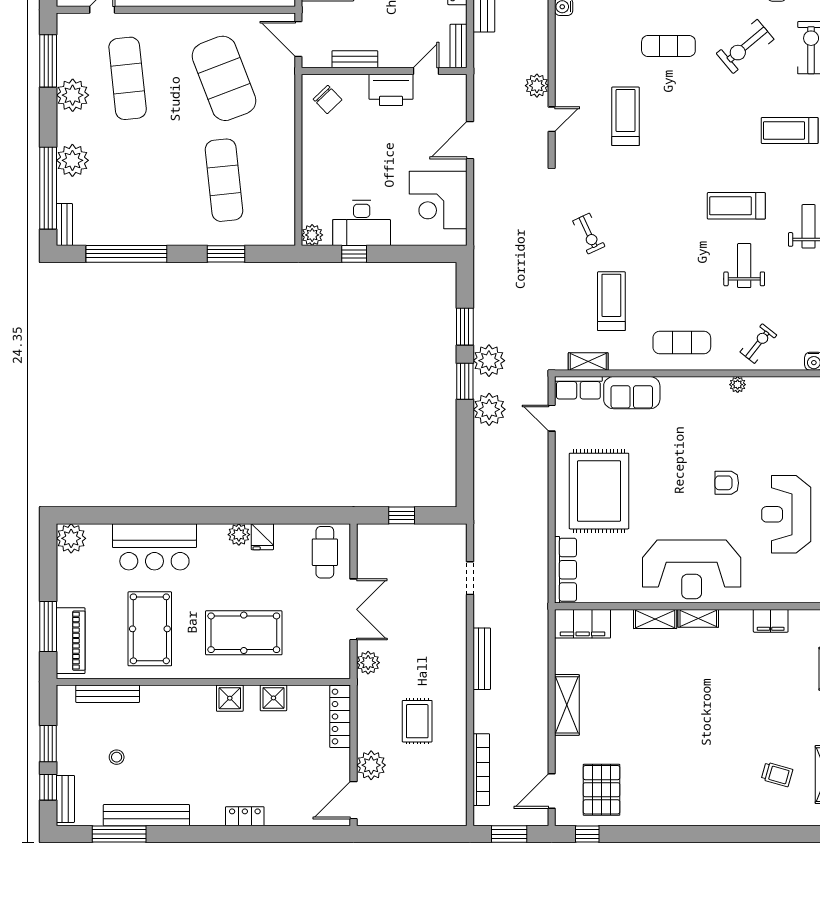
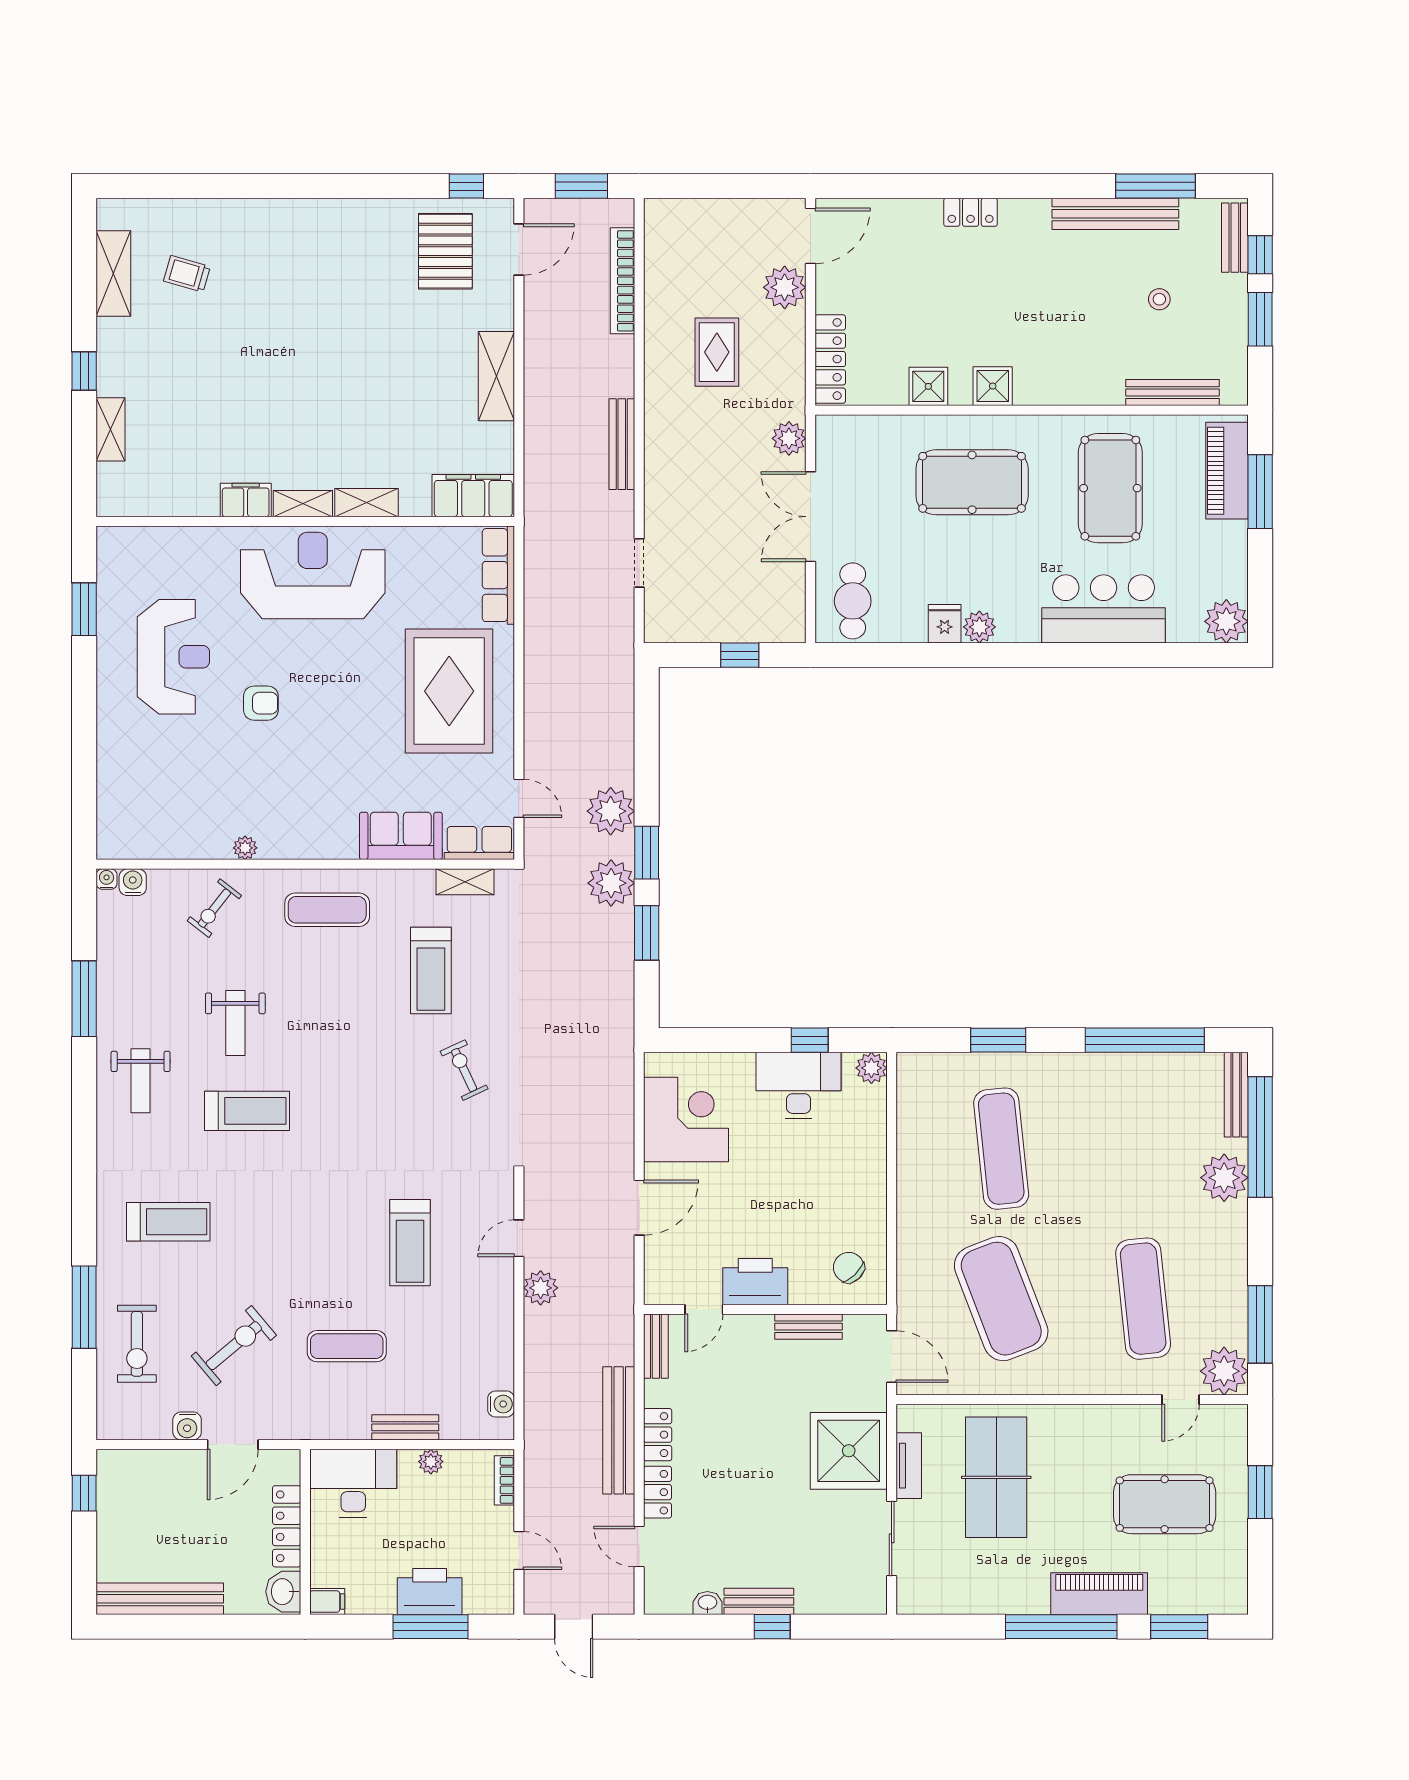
plant: (73, 95) -> (1224, 1371), moved
bench: (64, 225) -> (1236, 1095), width x1.36
filing cabinet: (771, 621) -> (246, 500), moved

